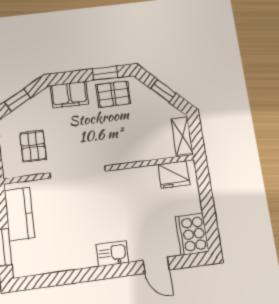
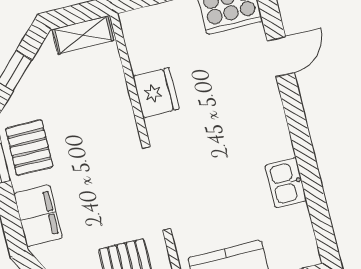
fridge: (174, 174) -> (156, 93), moved
kitchen sink: (112, 254) -> (286, 183), moved

